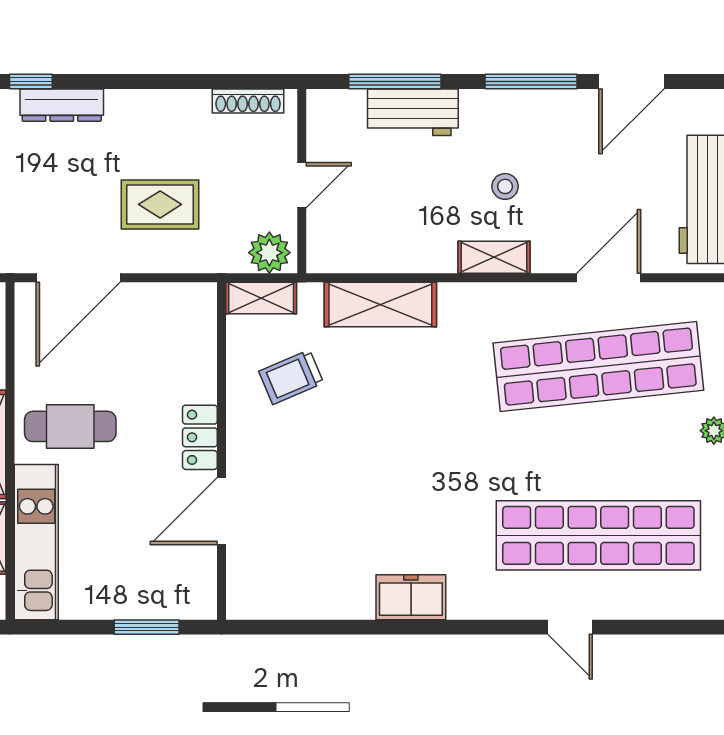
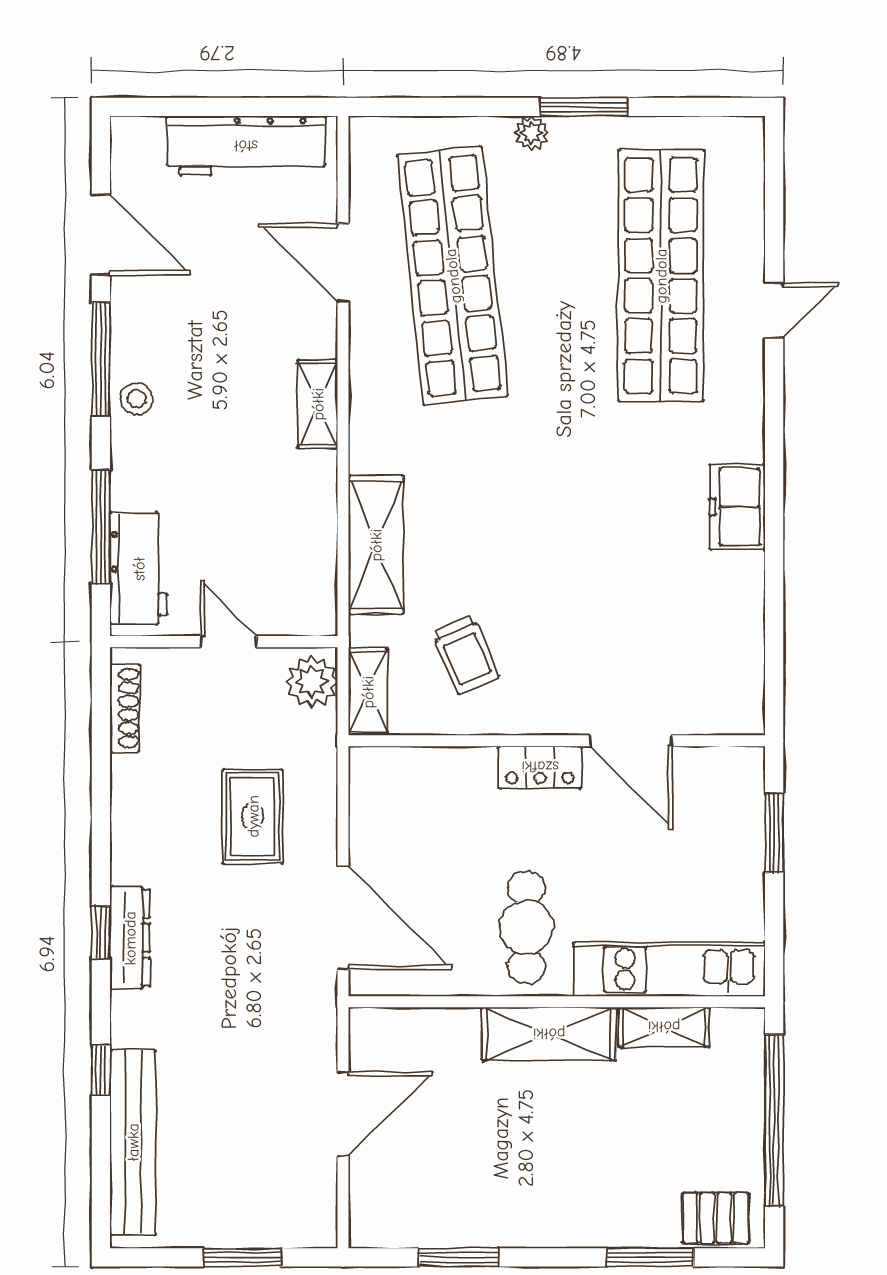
window: (31, 82) -> (101, 932), moved
workbench: (413, 112) -> (139, 569), moved
stool: (505, 186) -> (137, 399), moved

